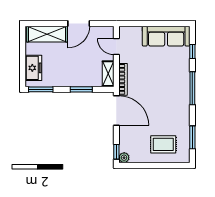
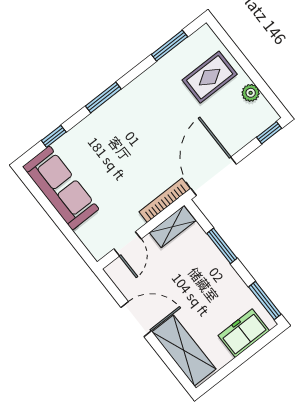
window: (192, 88) -> (103, 97), width x0.69
rug: (163, 144) -> (210, 77), turned 90
plant: (124, 158) -> (251, 93), moved

